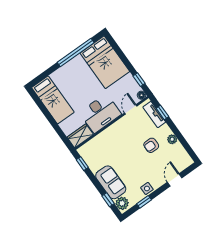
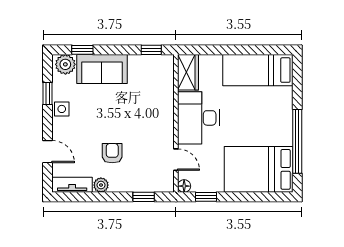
tv unit: (154, 115) -> (72, 185), moved

